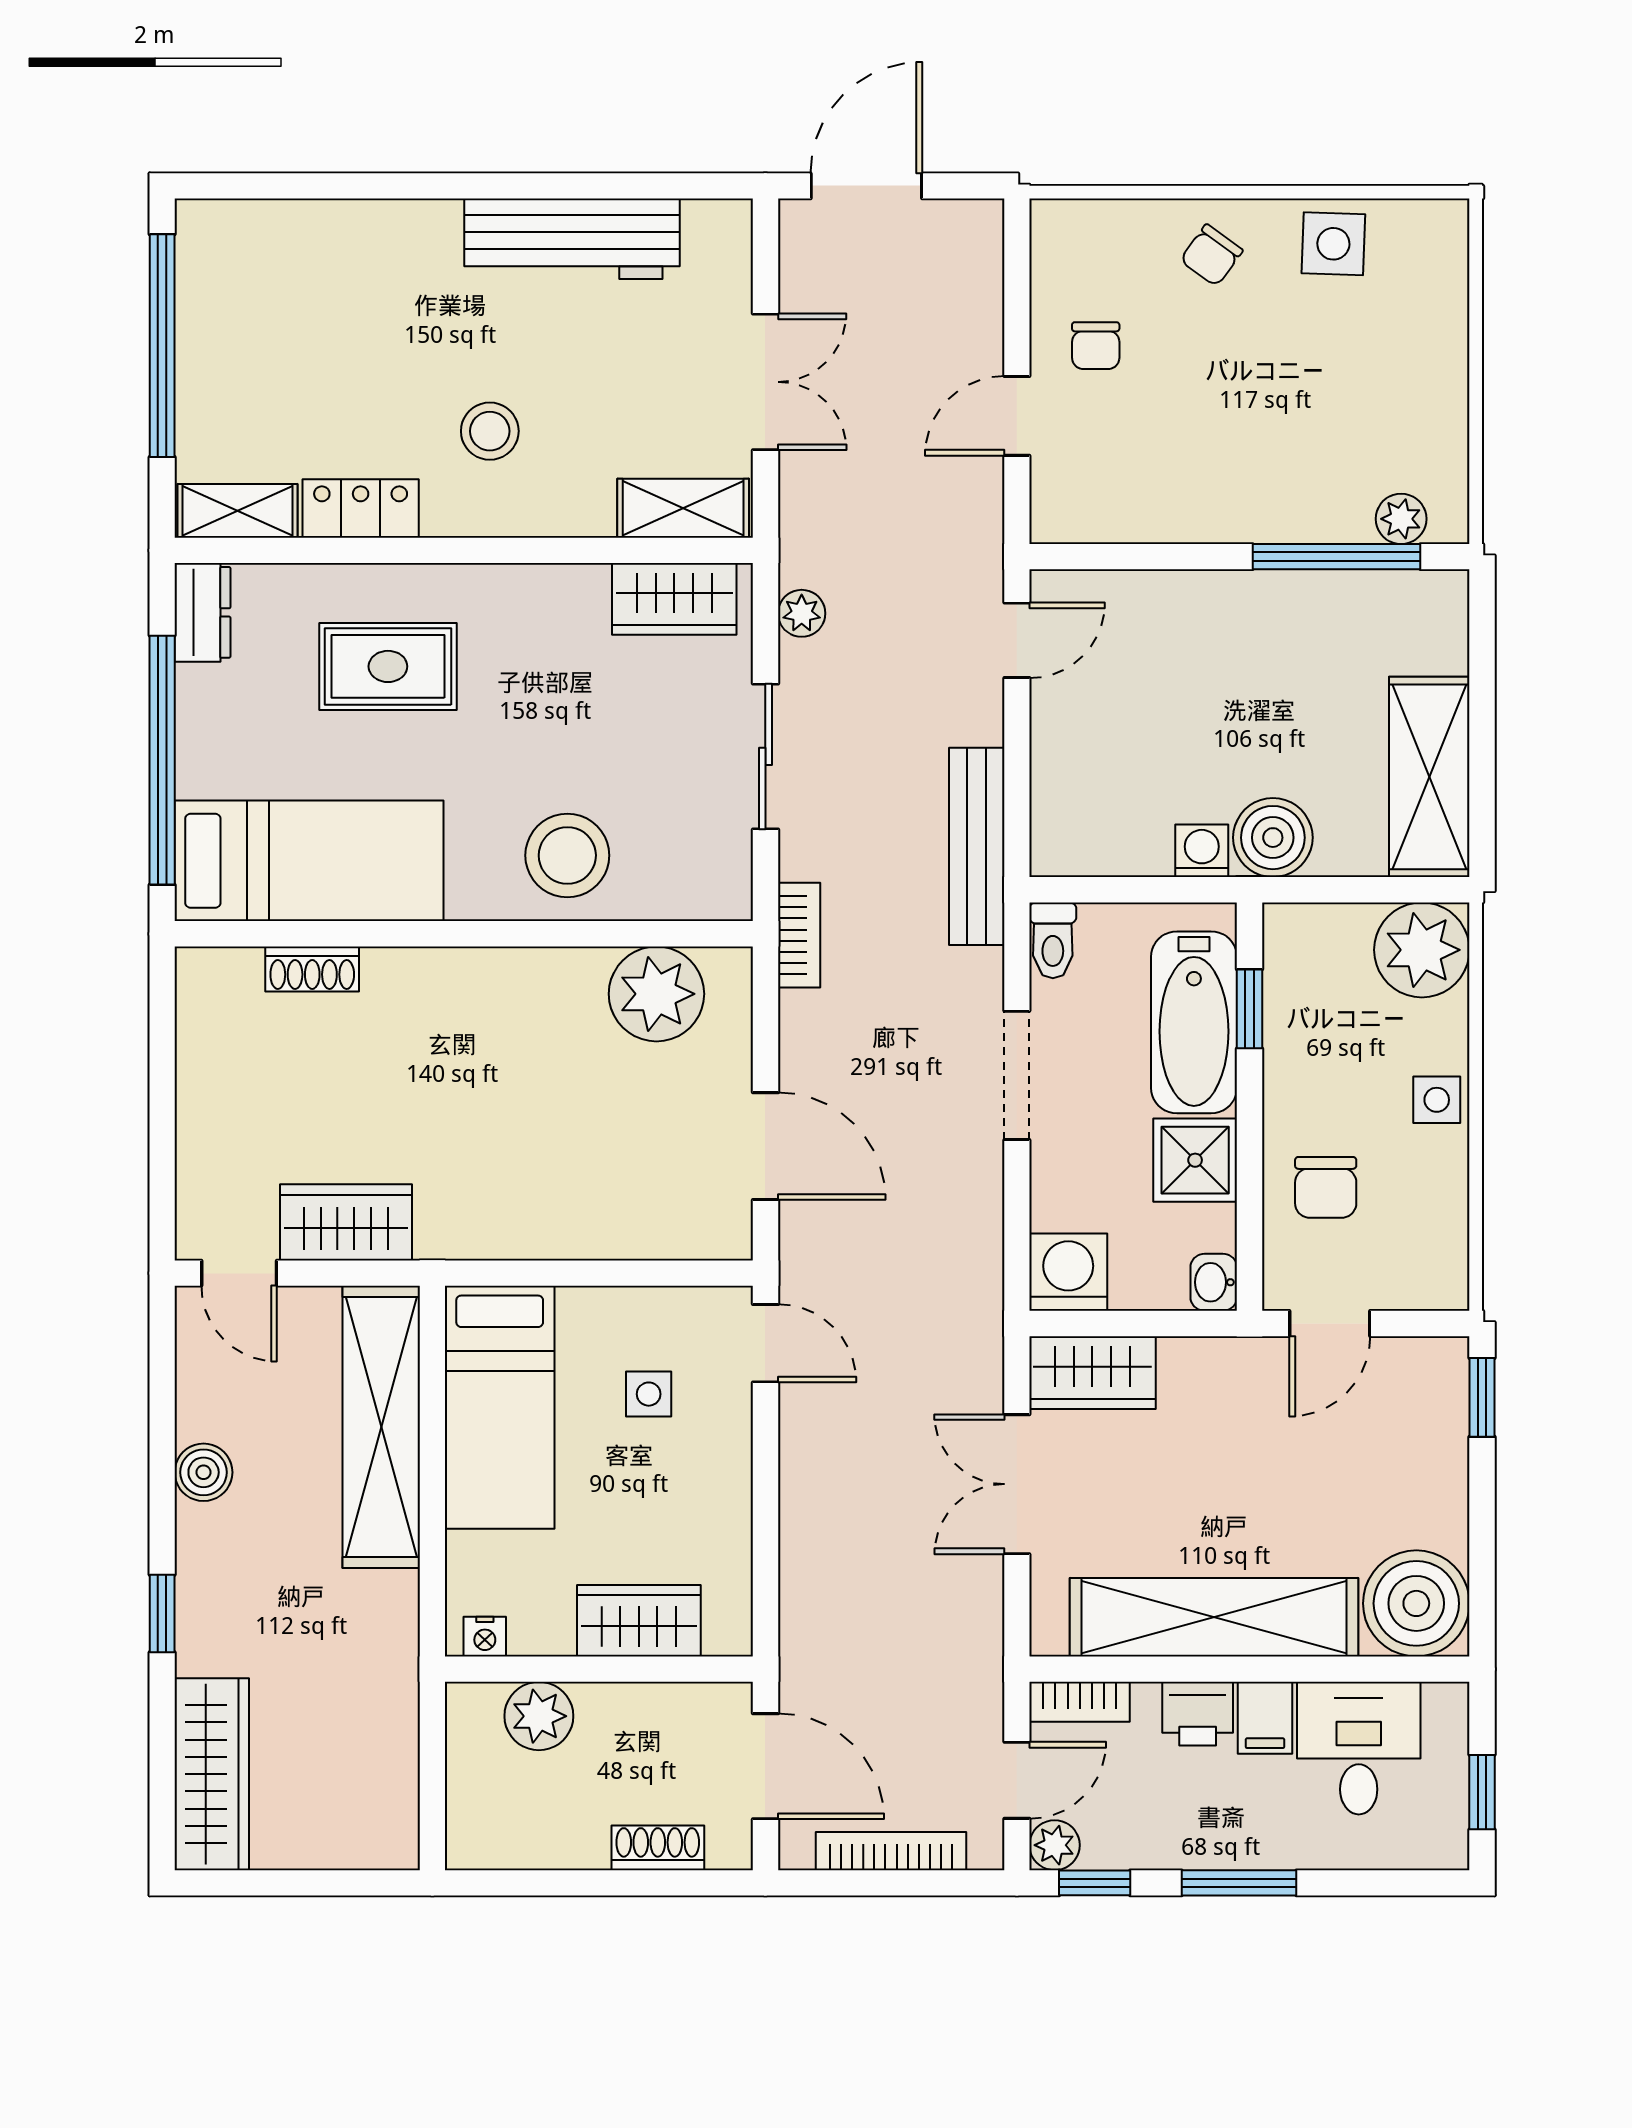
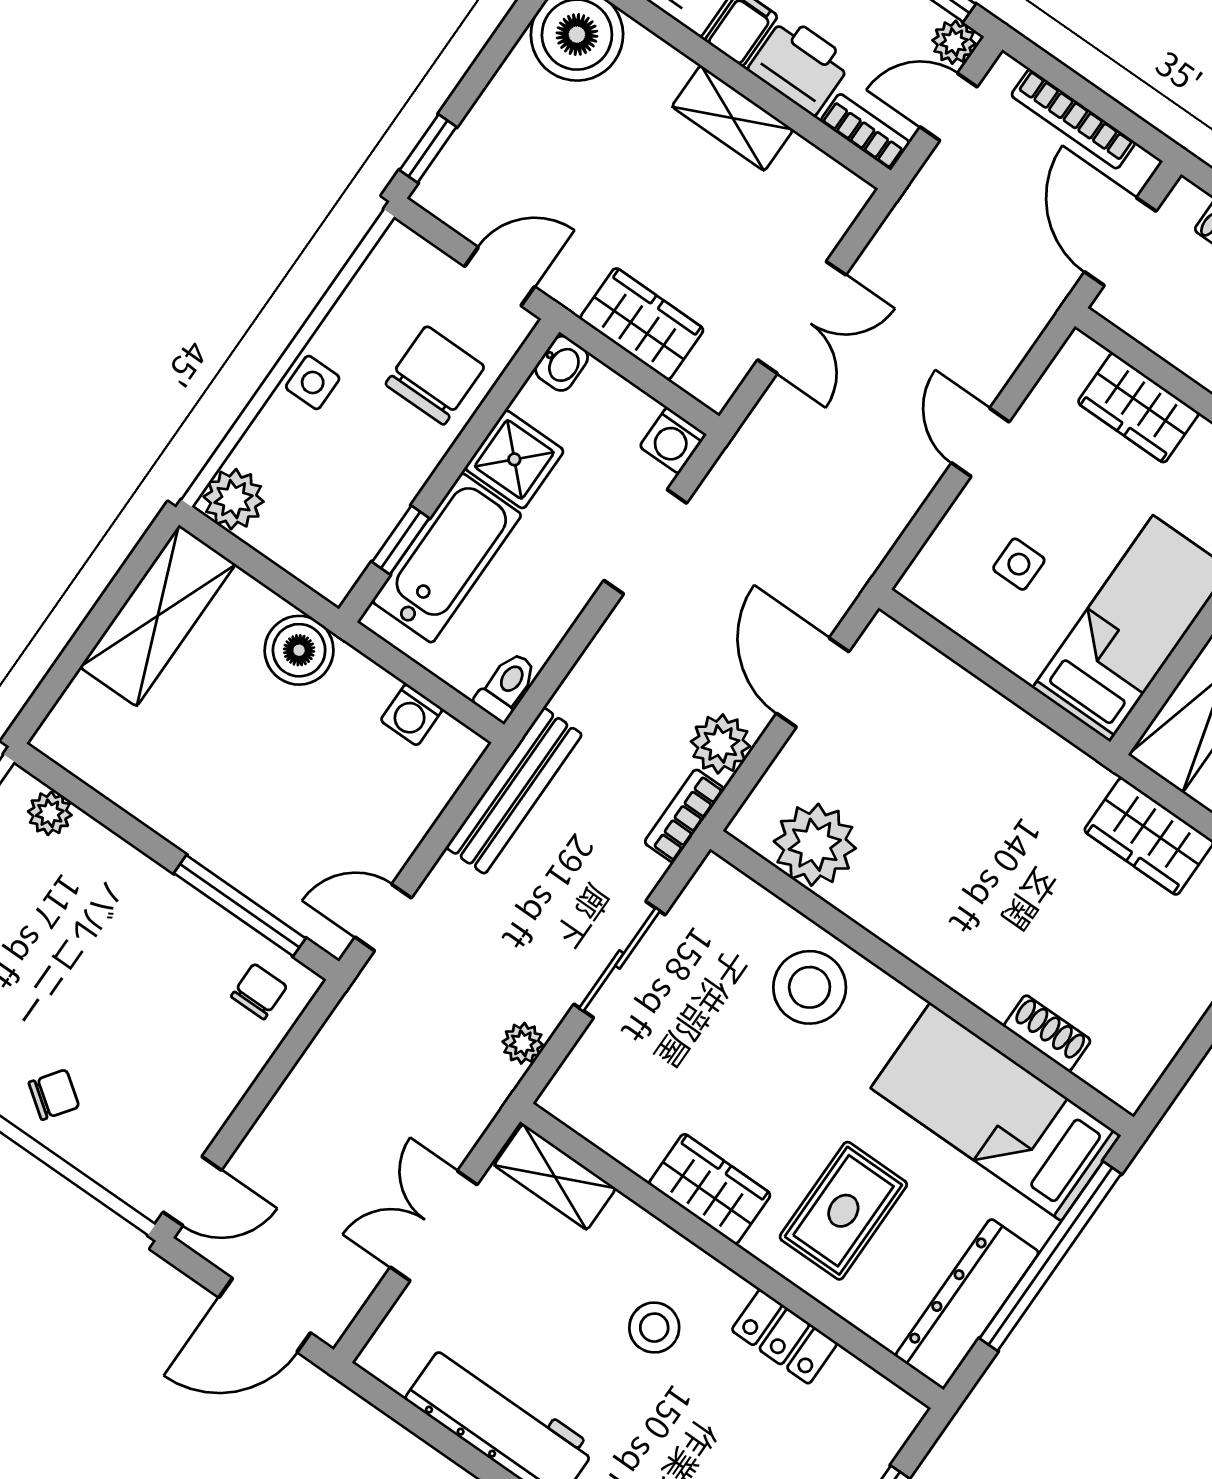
chair: (1096, 346) -> (259, 991), moved
door: (1017, 416) -> (192, 1191), moved
shelving: (238, 511) -> (873, 1396), removed
window: (1337, 557) -> (240, 906), moved
wardrobe: (674, 599) -> (710, 1189), moved
dresser: (202, 612) -> (967, 1304), width x1.96, depth x1.24
rug: (388, 666) -> (843, 1211), turned 90
washing machine: (1202, 851) -> (412, 715), moved
plant: (1422, 950) -> (234, 499), width x0.73, depth x0.73
plant: (812, 1027) -> (720, 744), added
doorway: (1017, 1075) -> (645, 542), moved
chair: (1326, 1187) -> (435, 375), width x1.37, depth x1.37
washing machine: (1068, 1272) -> (673, 440), width x0.73, depth x0.73
door: (765, 1343) -> (980, 442), moved
wardrobe: (1092, 1373) -> (642, 324), moved
shelving: (1214, 1617) -> (733, 118), width x0.45, depth x0.75
printer: (1198, 1714) -> (800, 65), width x1.36, depth x1.24

